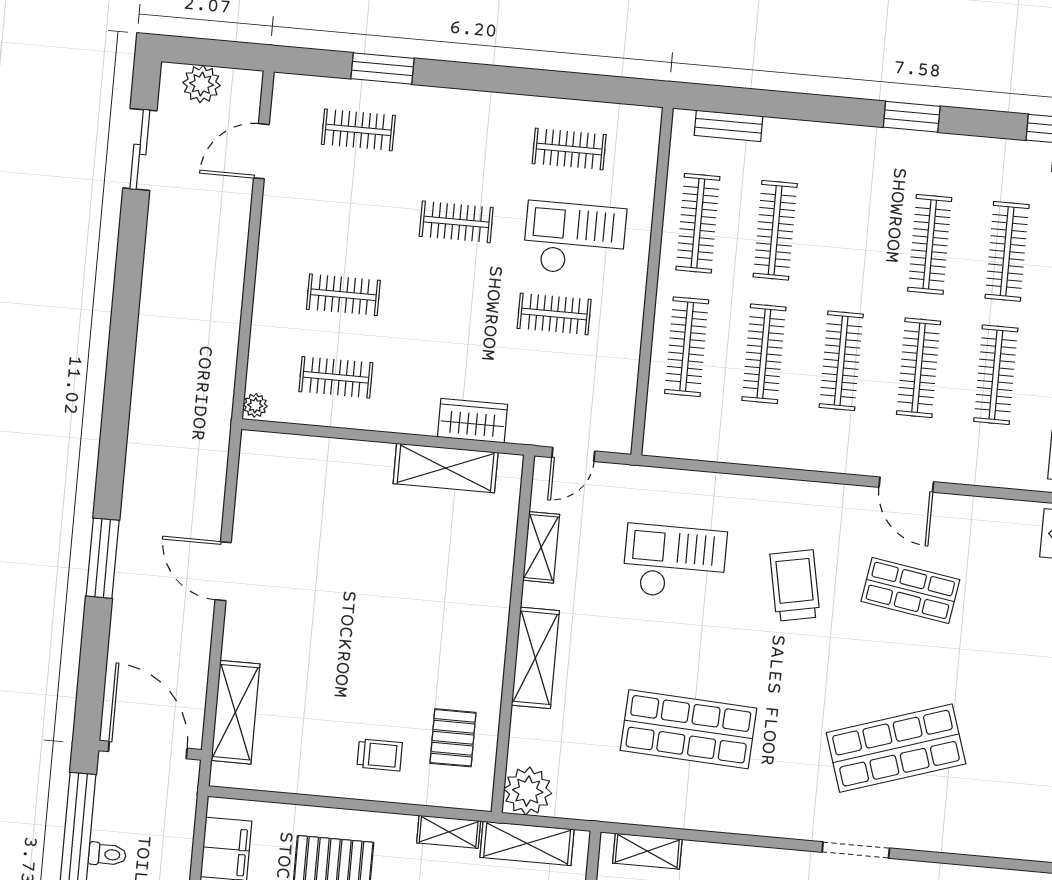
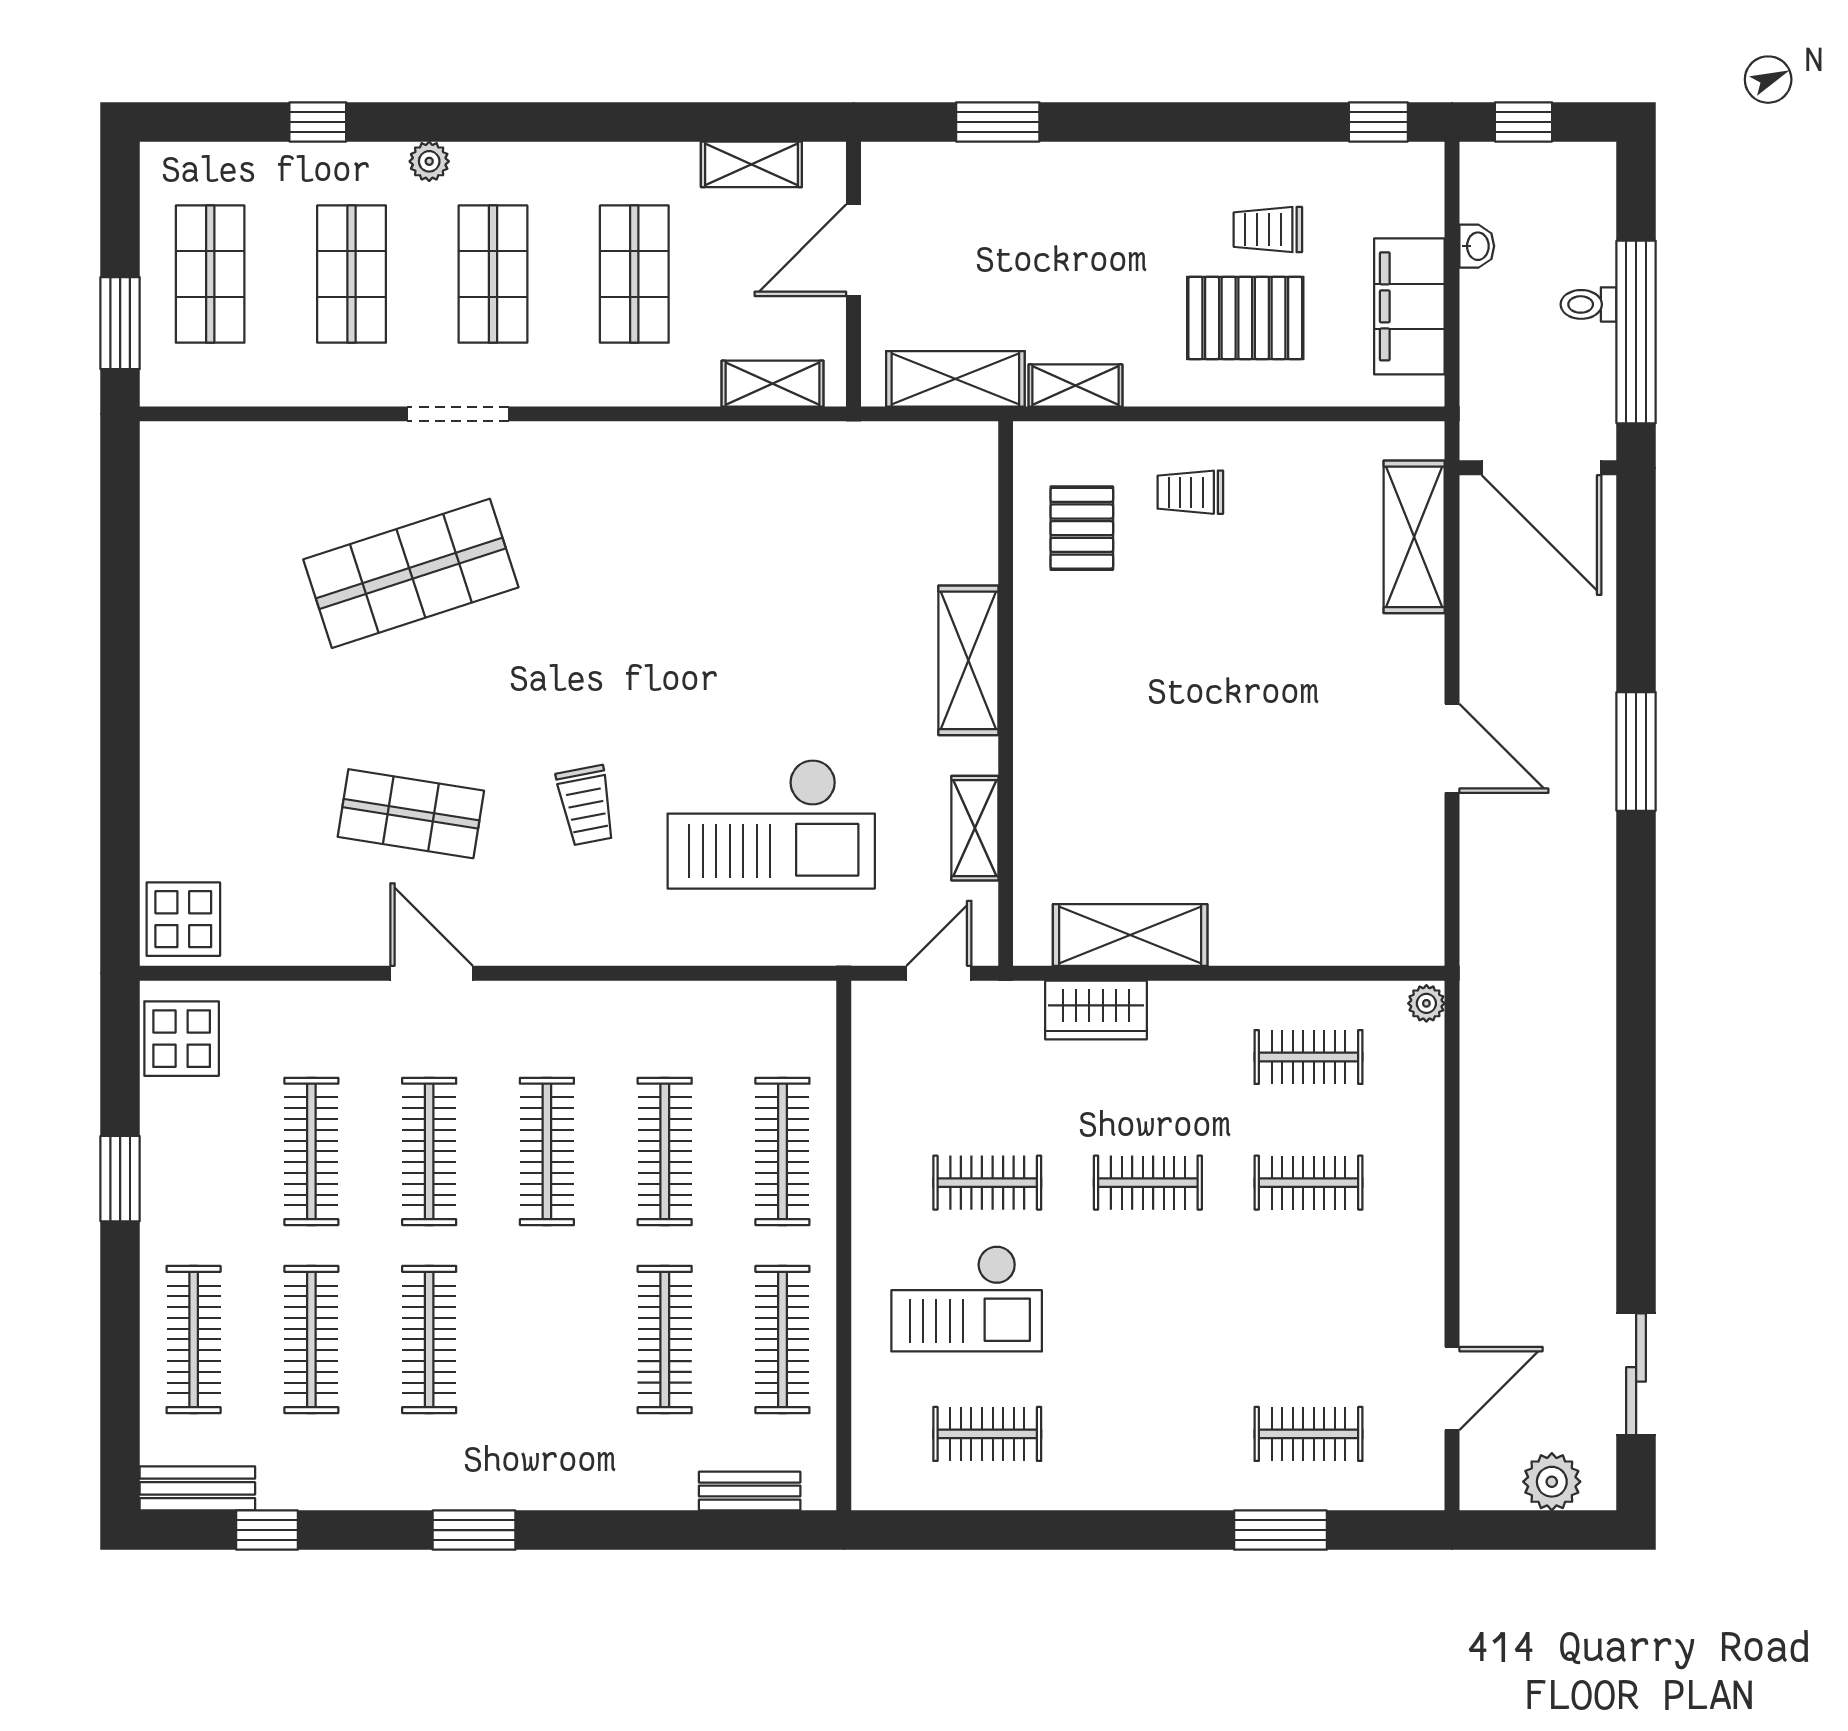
clothes rail: (456, 222) -> (1148, 1183), moved
checkout: (674, 562) -> (771, 824), width x1.36, depth x1.21
trolley: (795, 585) -> (586, 805), width x0.73, depth x0.72
shop shelf: (688, 729) -> (727, 573), removed
plant: (528, 791) -> (962, 458), removed

